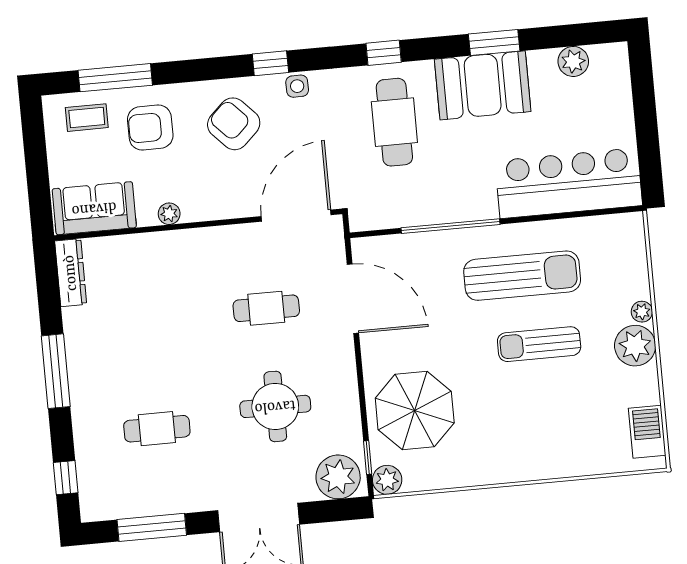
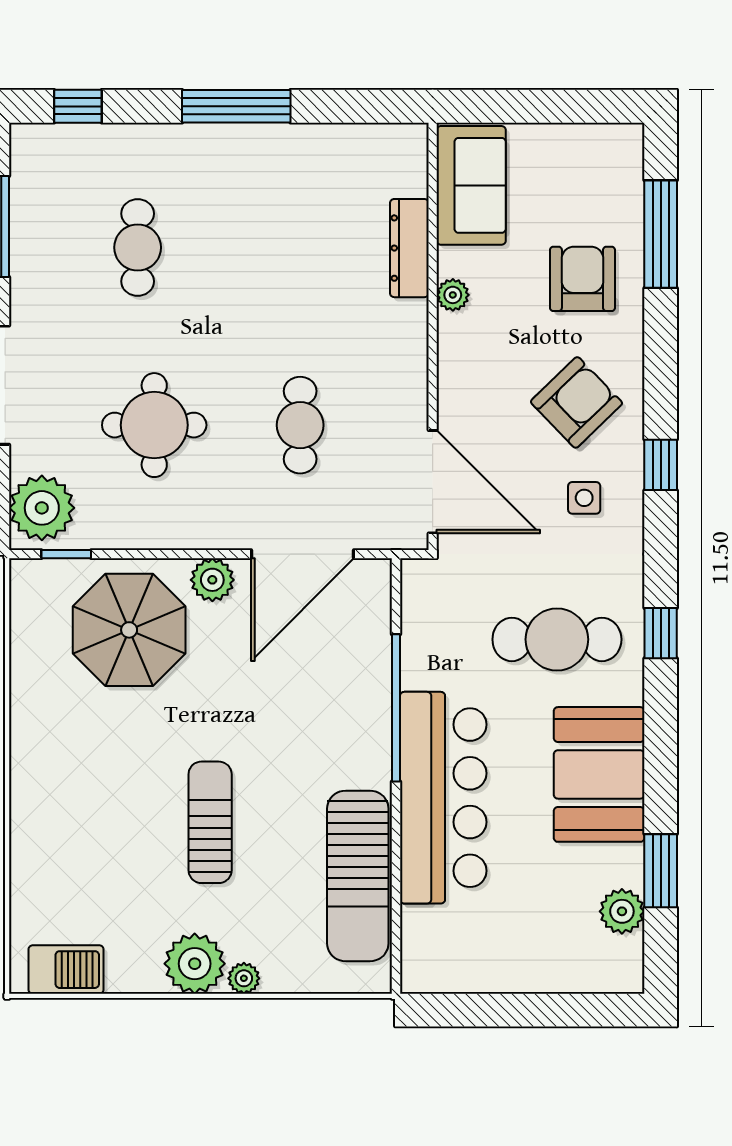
window: (494, 43) -> (661, 871), moved
side table: (297, 86) -> (584, 498), moved
coffee table: (87, 118) -> (606, 187), removed
bar counter: (569, 183) -> (443, 798), moved
dresser: (71, 273) -> (409, 248), moved, turned 90
sun lounger: (522, 276) -> (358, 876), moved
plant: (387, 480) -> (212, 580), moved

